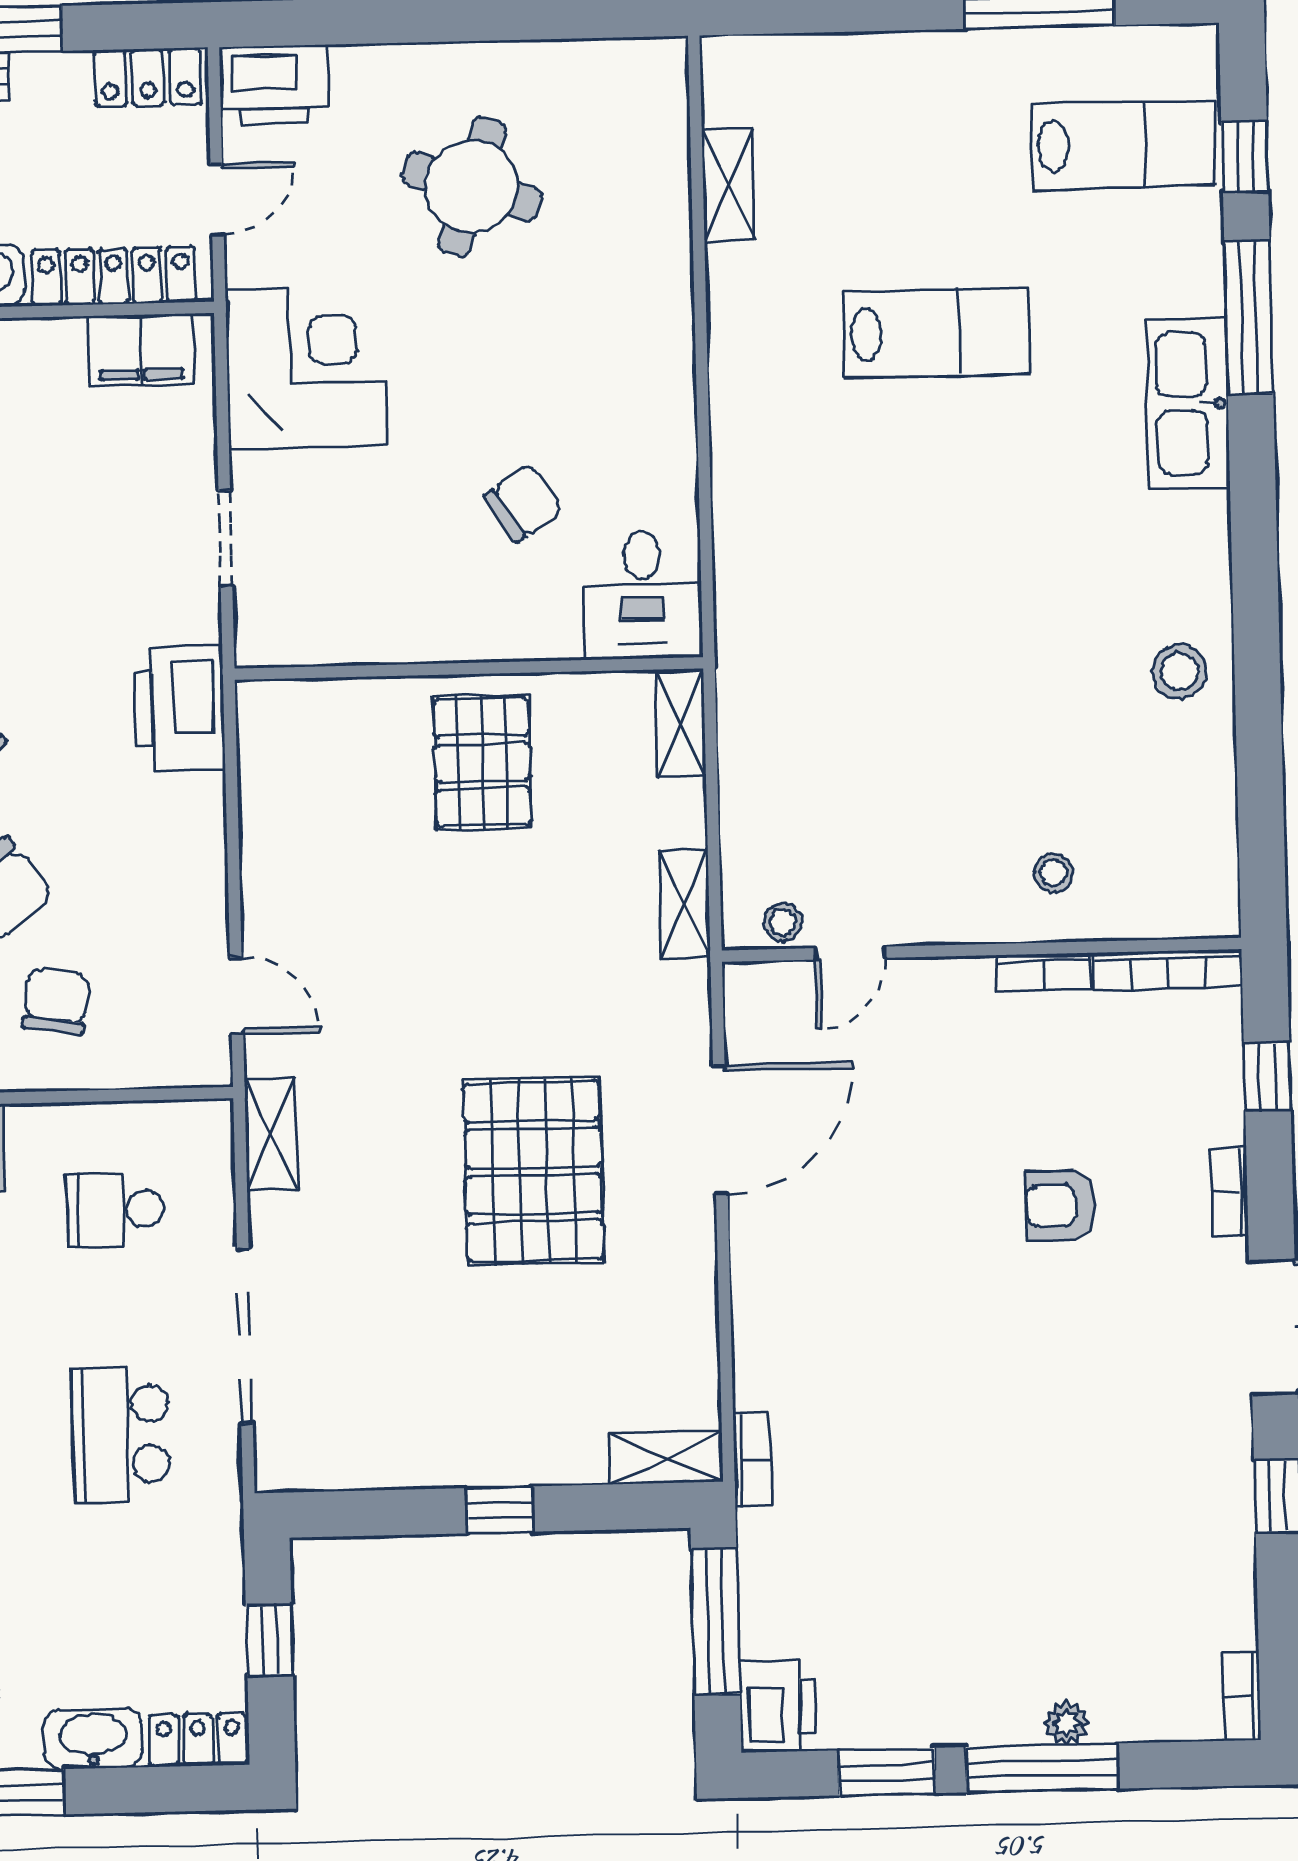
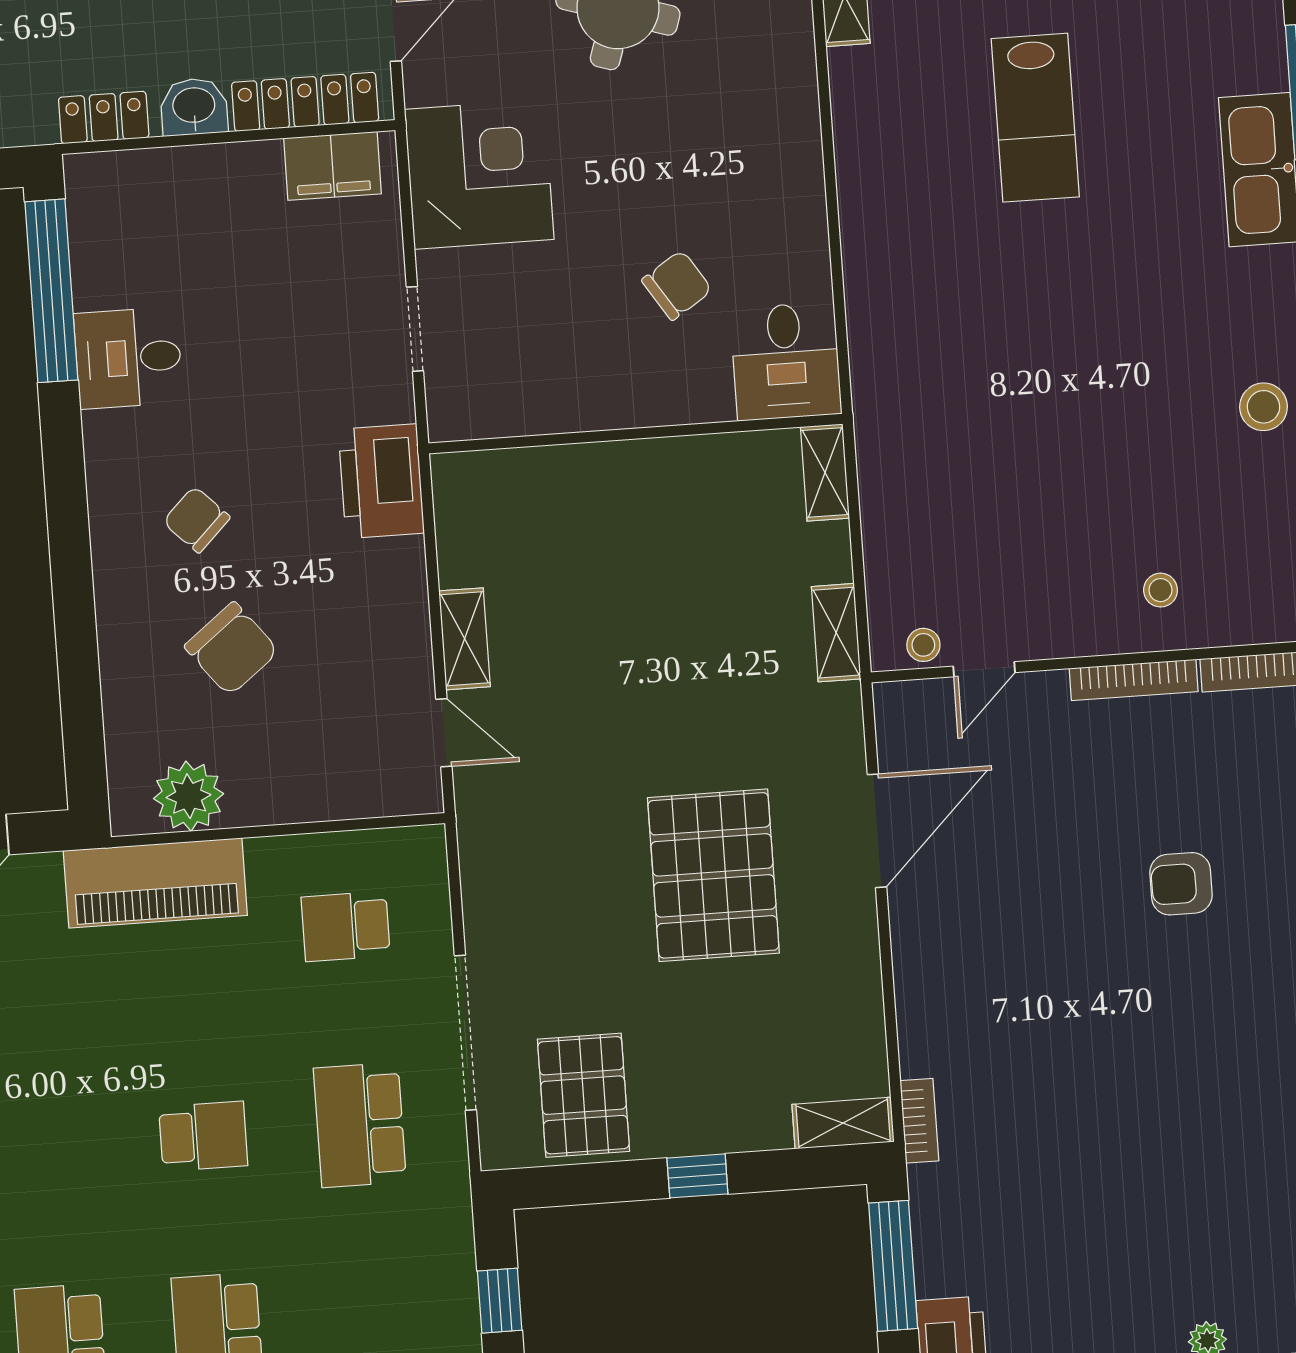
lab bench: (937, 333) -> (1035, 118), turned 90
pallet: (482, 762) -> (583, 1095), moved
bookcase: (1044, 972) -> (1134, 680), width x1.56
chair: (56, 1001) -> (285, 745), removed
shelving: (271, 1133) -> (465, 639), moved

